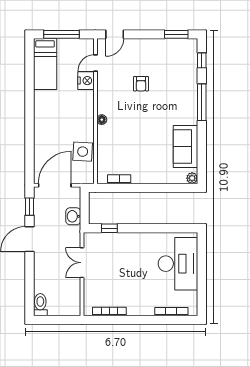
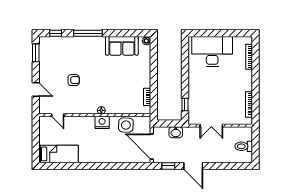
window: (62, 34) -> (36, 141), removed
door: (115, 34) -> (36, 90), moved
nightstand: (86, 81) -> (102, 122), moved
toilet: (40, 305) -> (244, 146), moved

